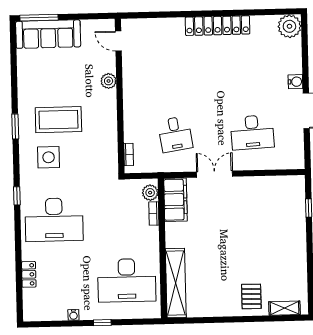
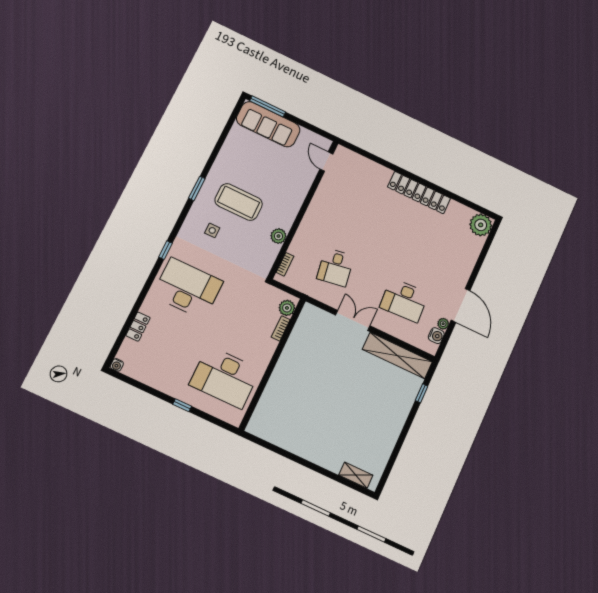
plant: (109, 81) -> (278, 236), moved
water cooler: (295, 82) -> (436, 336), moved
plant: (298, 136) -> (443, 324), added
side table: (49, 157) -> (212, 230), width x0.54, depth x0.54
filing cabinet: (175, 200) -> (306, 326), removed
desk: (54, 220) -> (188, 288), turned 180
shelving: (176, 283) -> (397, 356), moved, turned 90
pallet: (251, 296) -> (331, 449), removed
water cooler: (73, 315) -> (117, 365), moved

